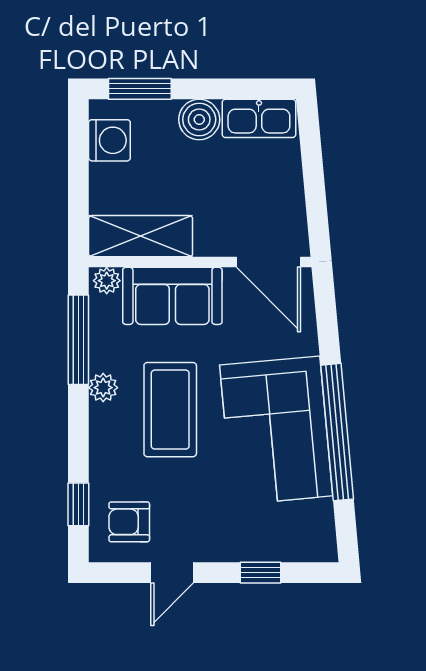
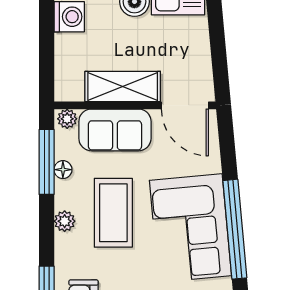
shelving: (141, 236) -> (123, 86), moved
floor lamp: (101, 350) -> (63, 170), added
plant: (103, 388) -> (65, 221), moved

